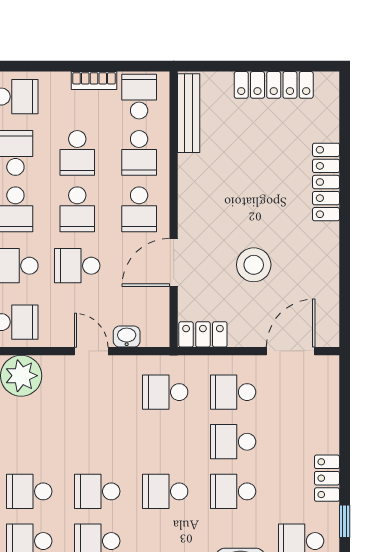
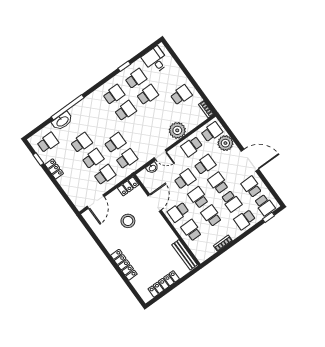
school desk: (139, 97) -> (205, 249), removed
school desk: (139, 209) -> (178, 212), turned -90
school desk: (165, 491) -> (115, 143), moved

